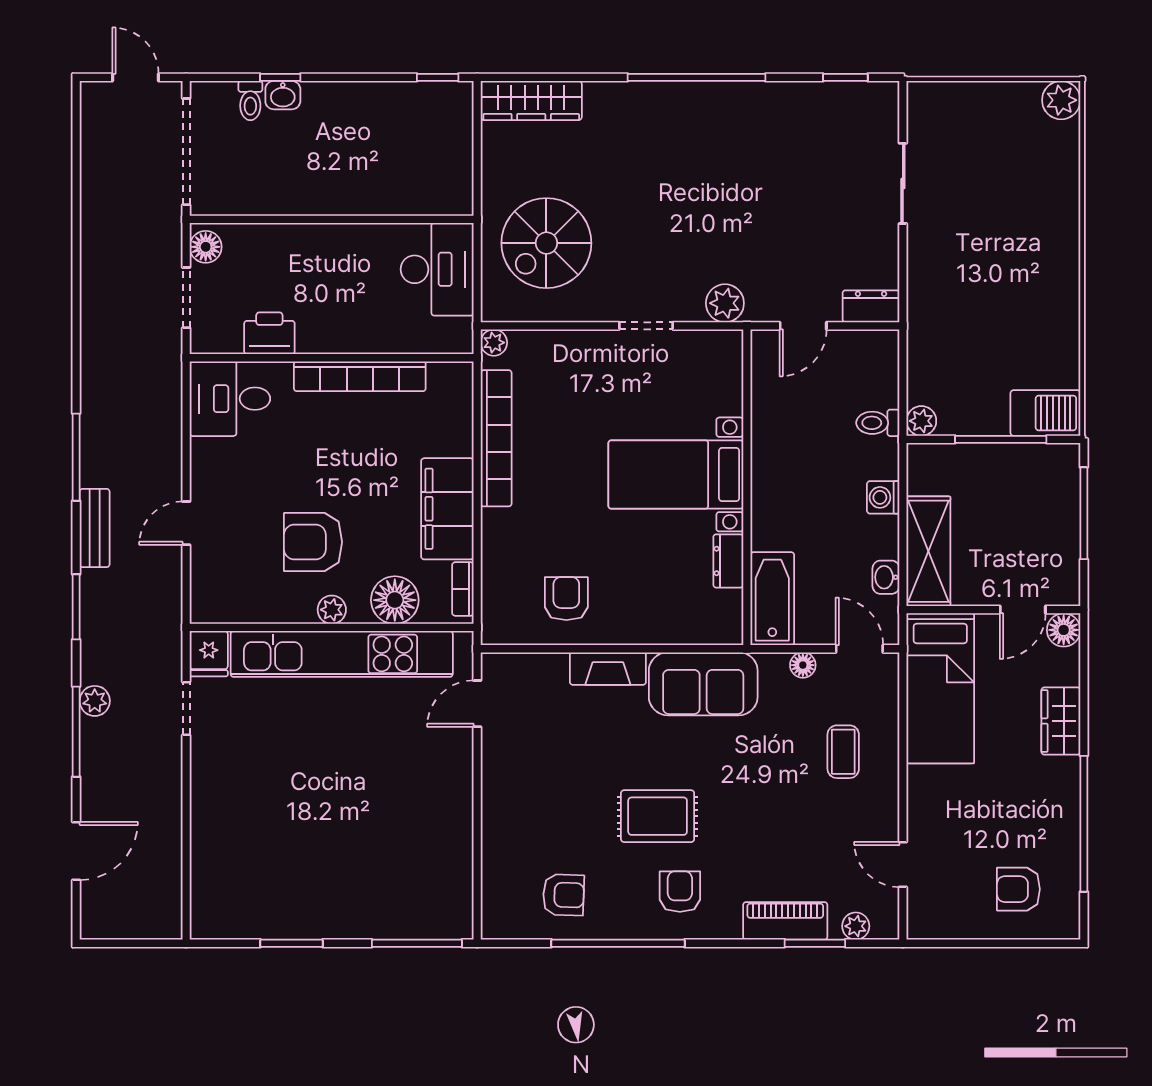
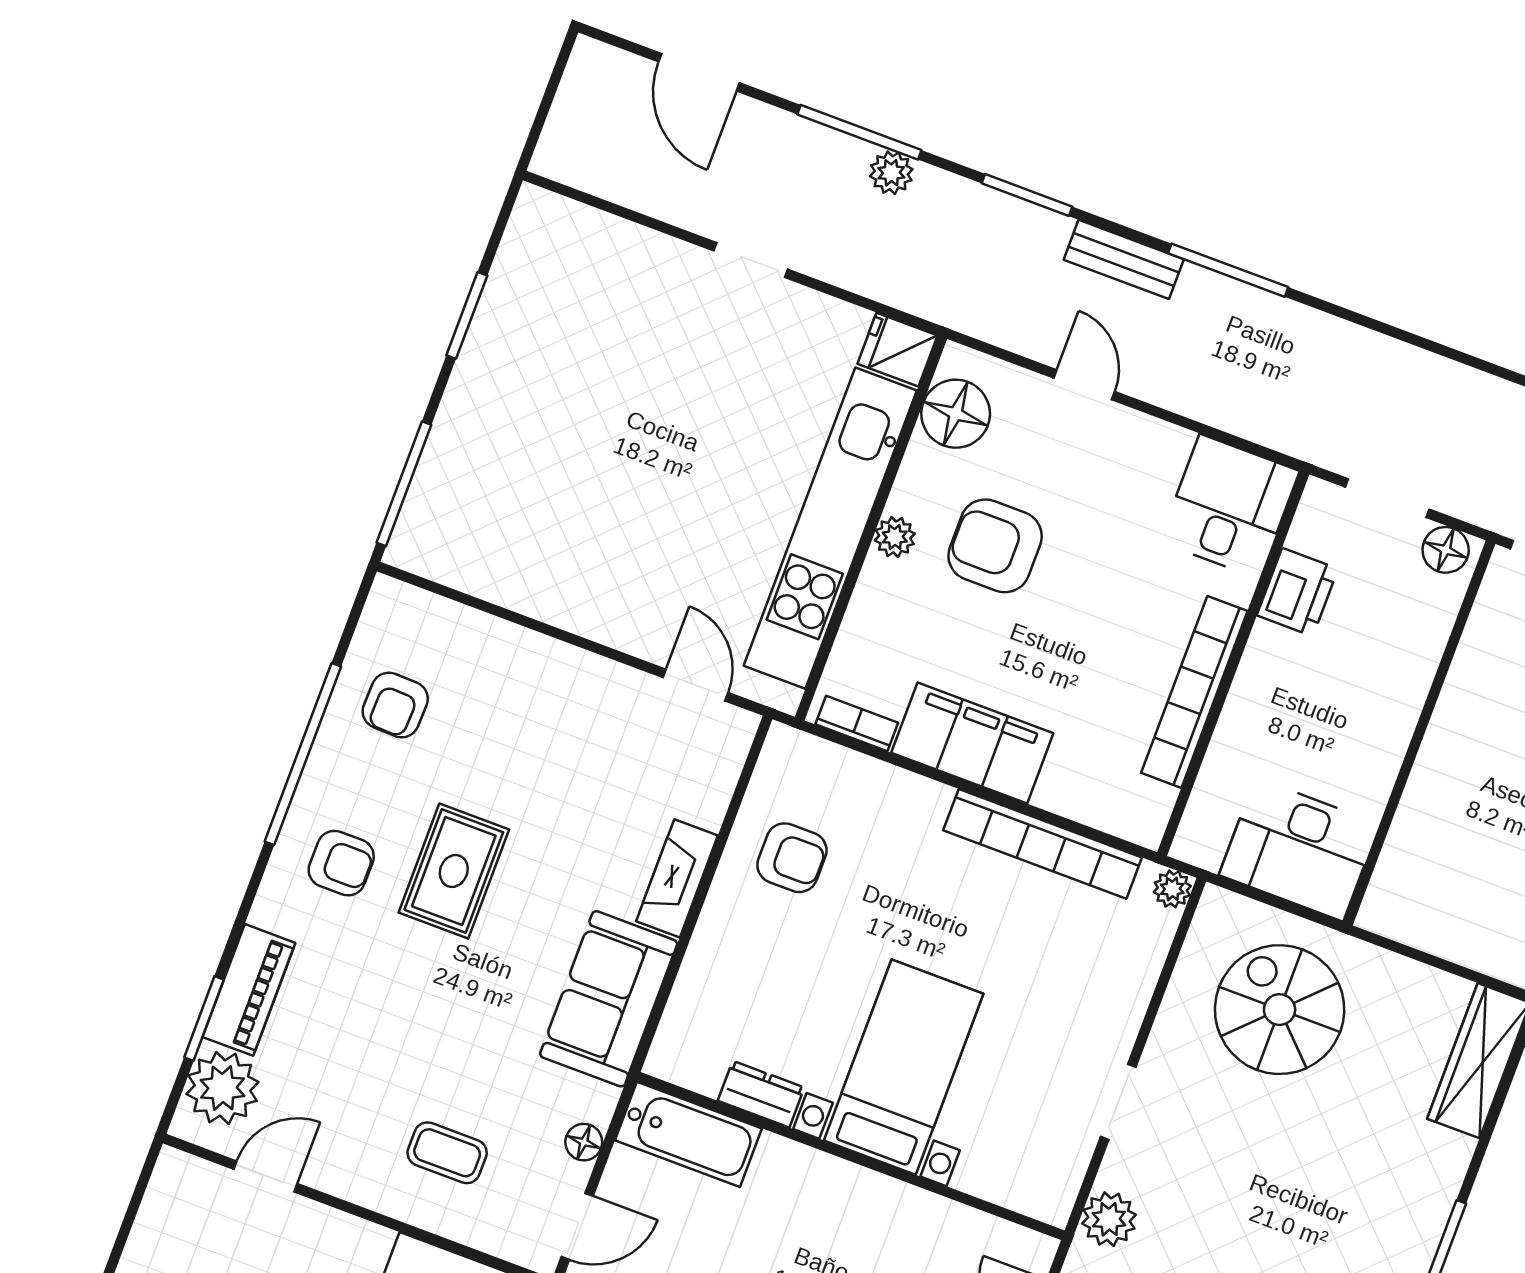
armchair: (313, 542) -> (995, 546), turned -90
floor lamp: (395, 600) -> (956, 414), moved
doorway: (186, 708) -> (751, 260), moved
plant: (856, 926) -> (223, 1088), width x1.87, depth x1.87

